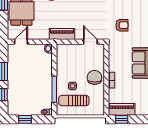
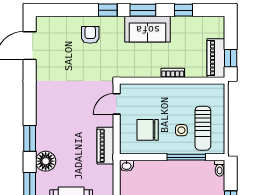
armchair: (122, 25) -> (90, 35), moved
chair: (95, 77) -> (148, 130), moved

